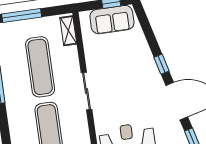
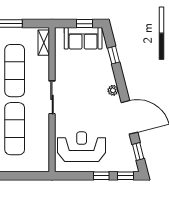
window: (162, 64) -> (114, 55), moved
plant: (154, 73) -> (113, 90), added

